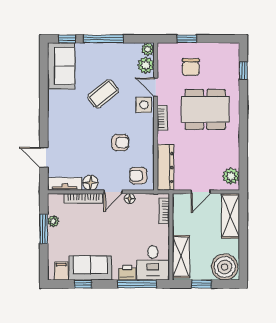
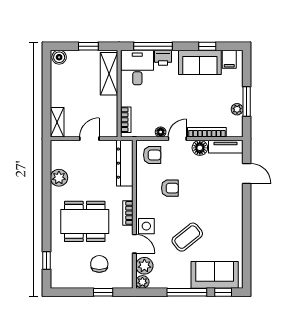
sofa: (61, 66) -> (215, 275), moved, turned 90
armchair: (120, 143) -> (170, 188), turned 180
plant: (231, 176) -> (59, 178), moved
shelving: (231, 216) -> (57, 122), width x0.67, depth x0.75
boiler: (225, 267) -> (59, 57), width x0.54, depth x0.54

